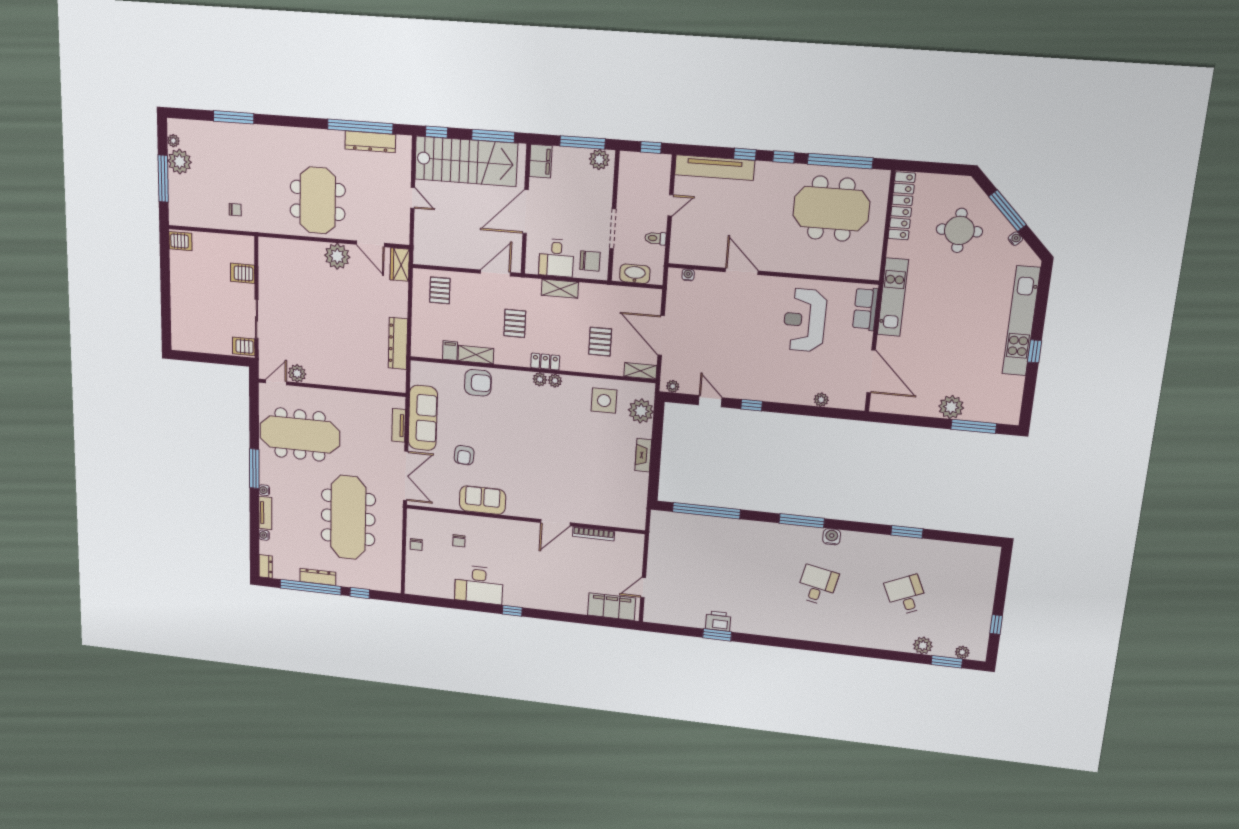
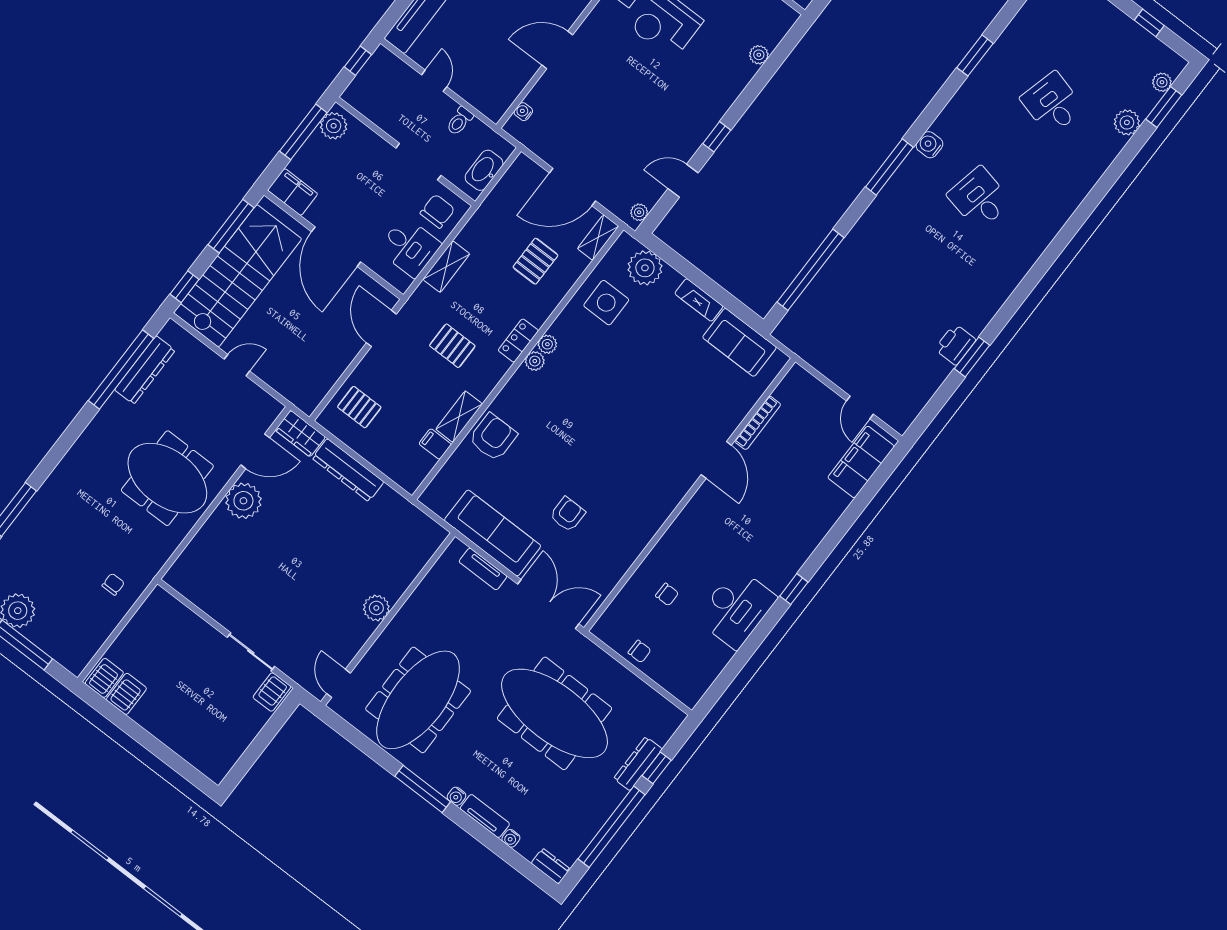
server rack: (243, 273) -> (126, 694), moved, turned 180
pallet: (600, 342) -> (535, 261), turned 90
dresser: (398, 343) -> (348, 470), moved
plant: (297, 373) -> (376, 608), moved
armchair: (464, 455) -> (568, 514), turned -94
sofa: (483, 500) -> (739, 342), moved, turned -90
dresser: (318, 577) -> (638, 764), moved
desk: (906, 595) -> (1052, 103), turned 39

